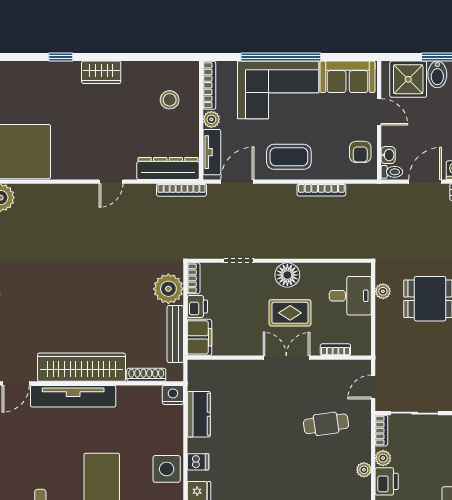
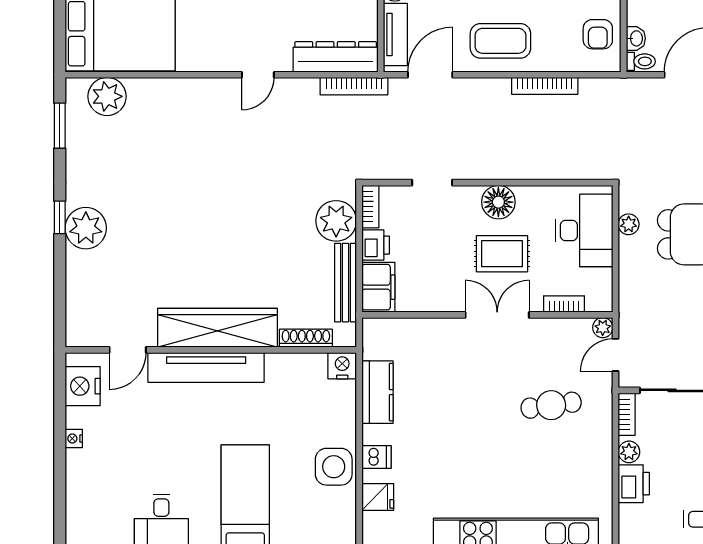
desk: (350, 296) -> (584, 230), width x1.37
plant: (364, 470) -> (603, 328), moved

